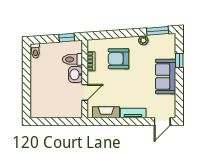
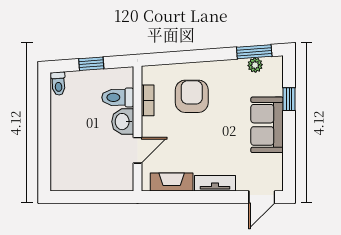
window: (67, 38) -> (91, 64), moved
plant: (143, 40) -> (255, 65), moved
armchair: (119, 59) -> (192, 96), turned 90

